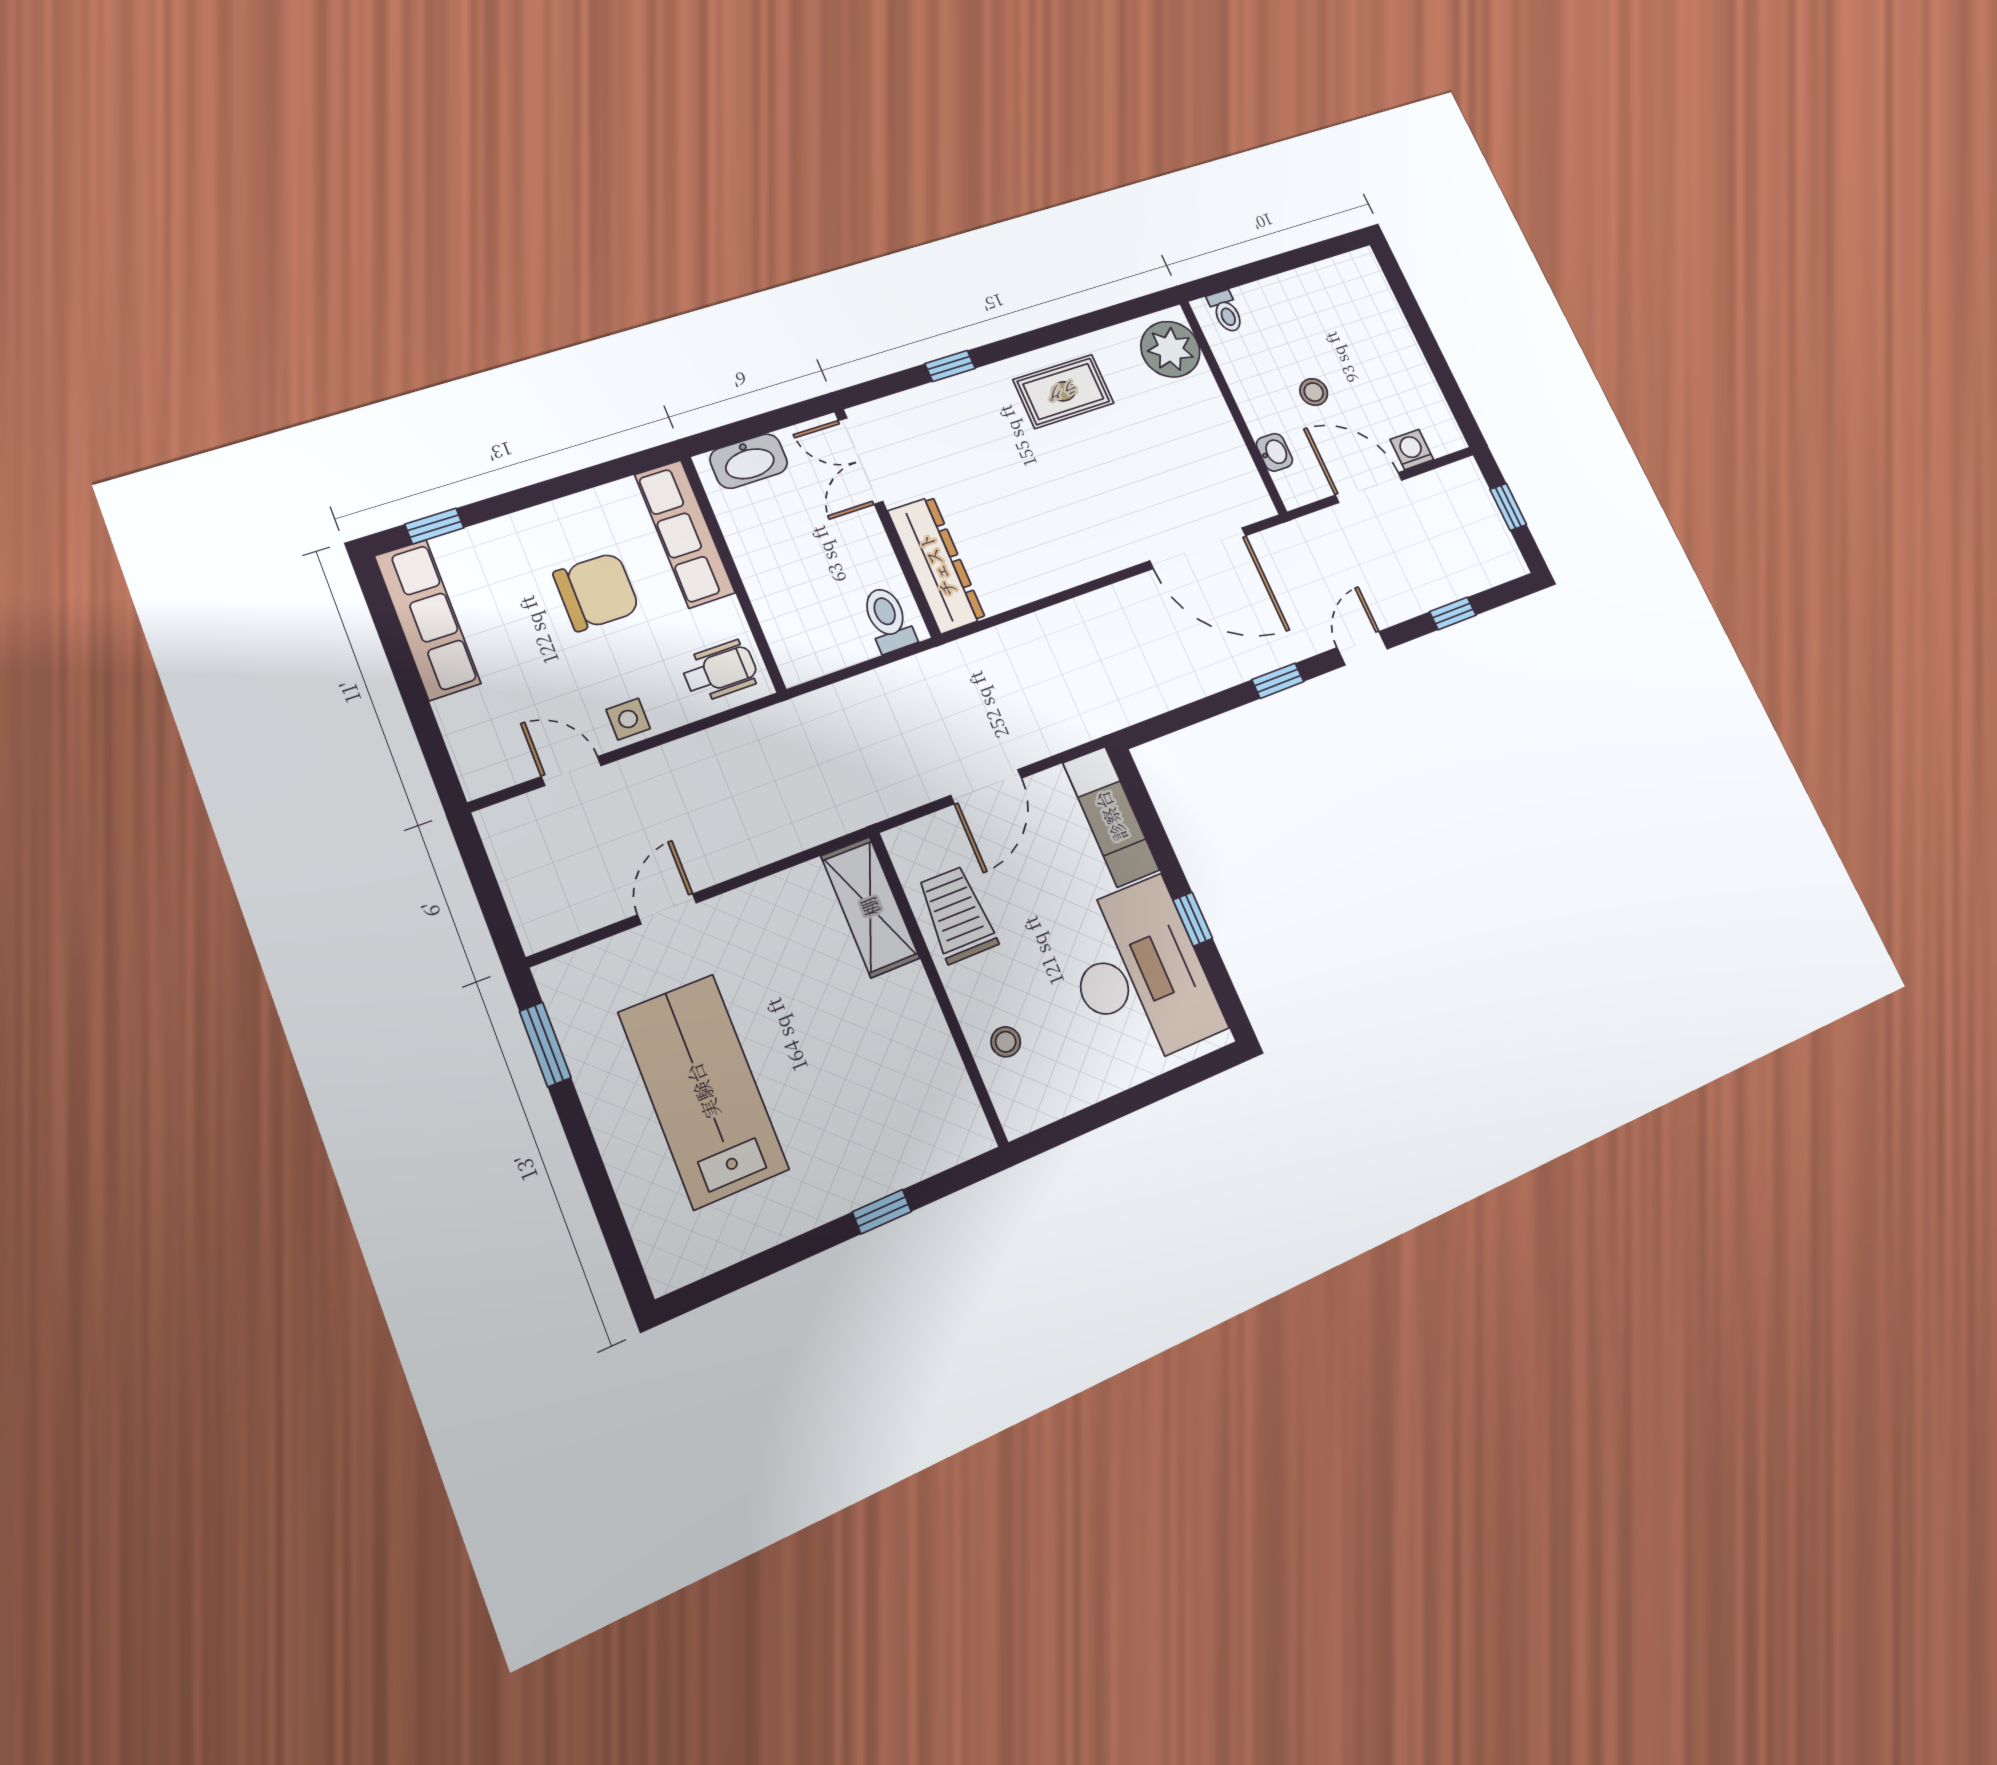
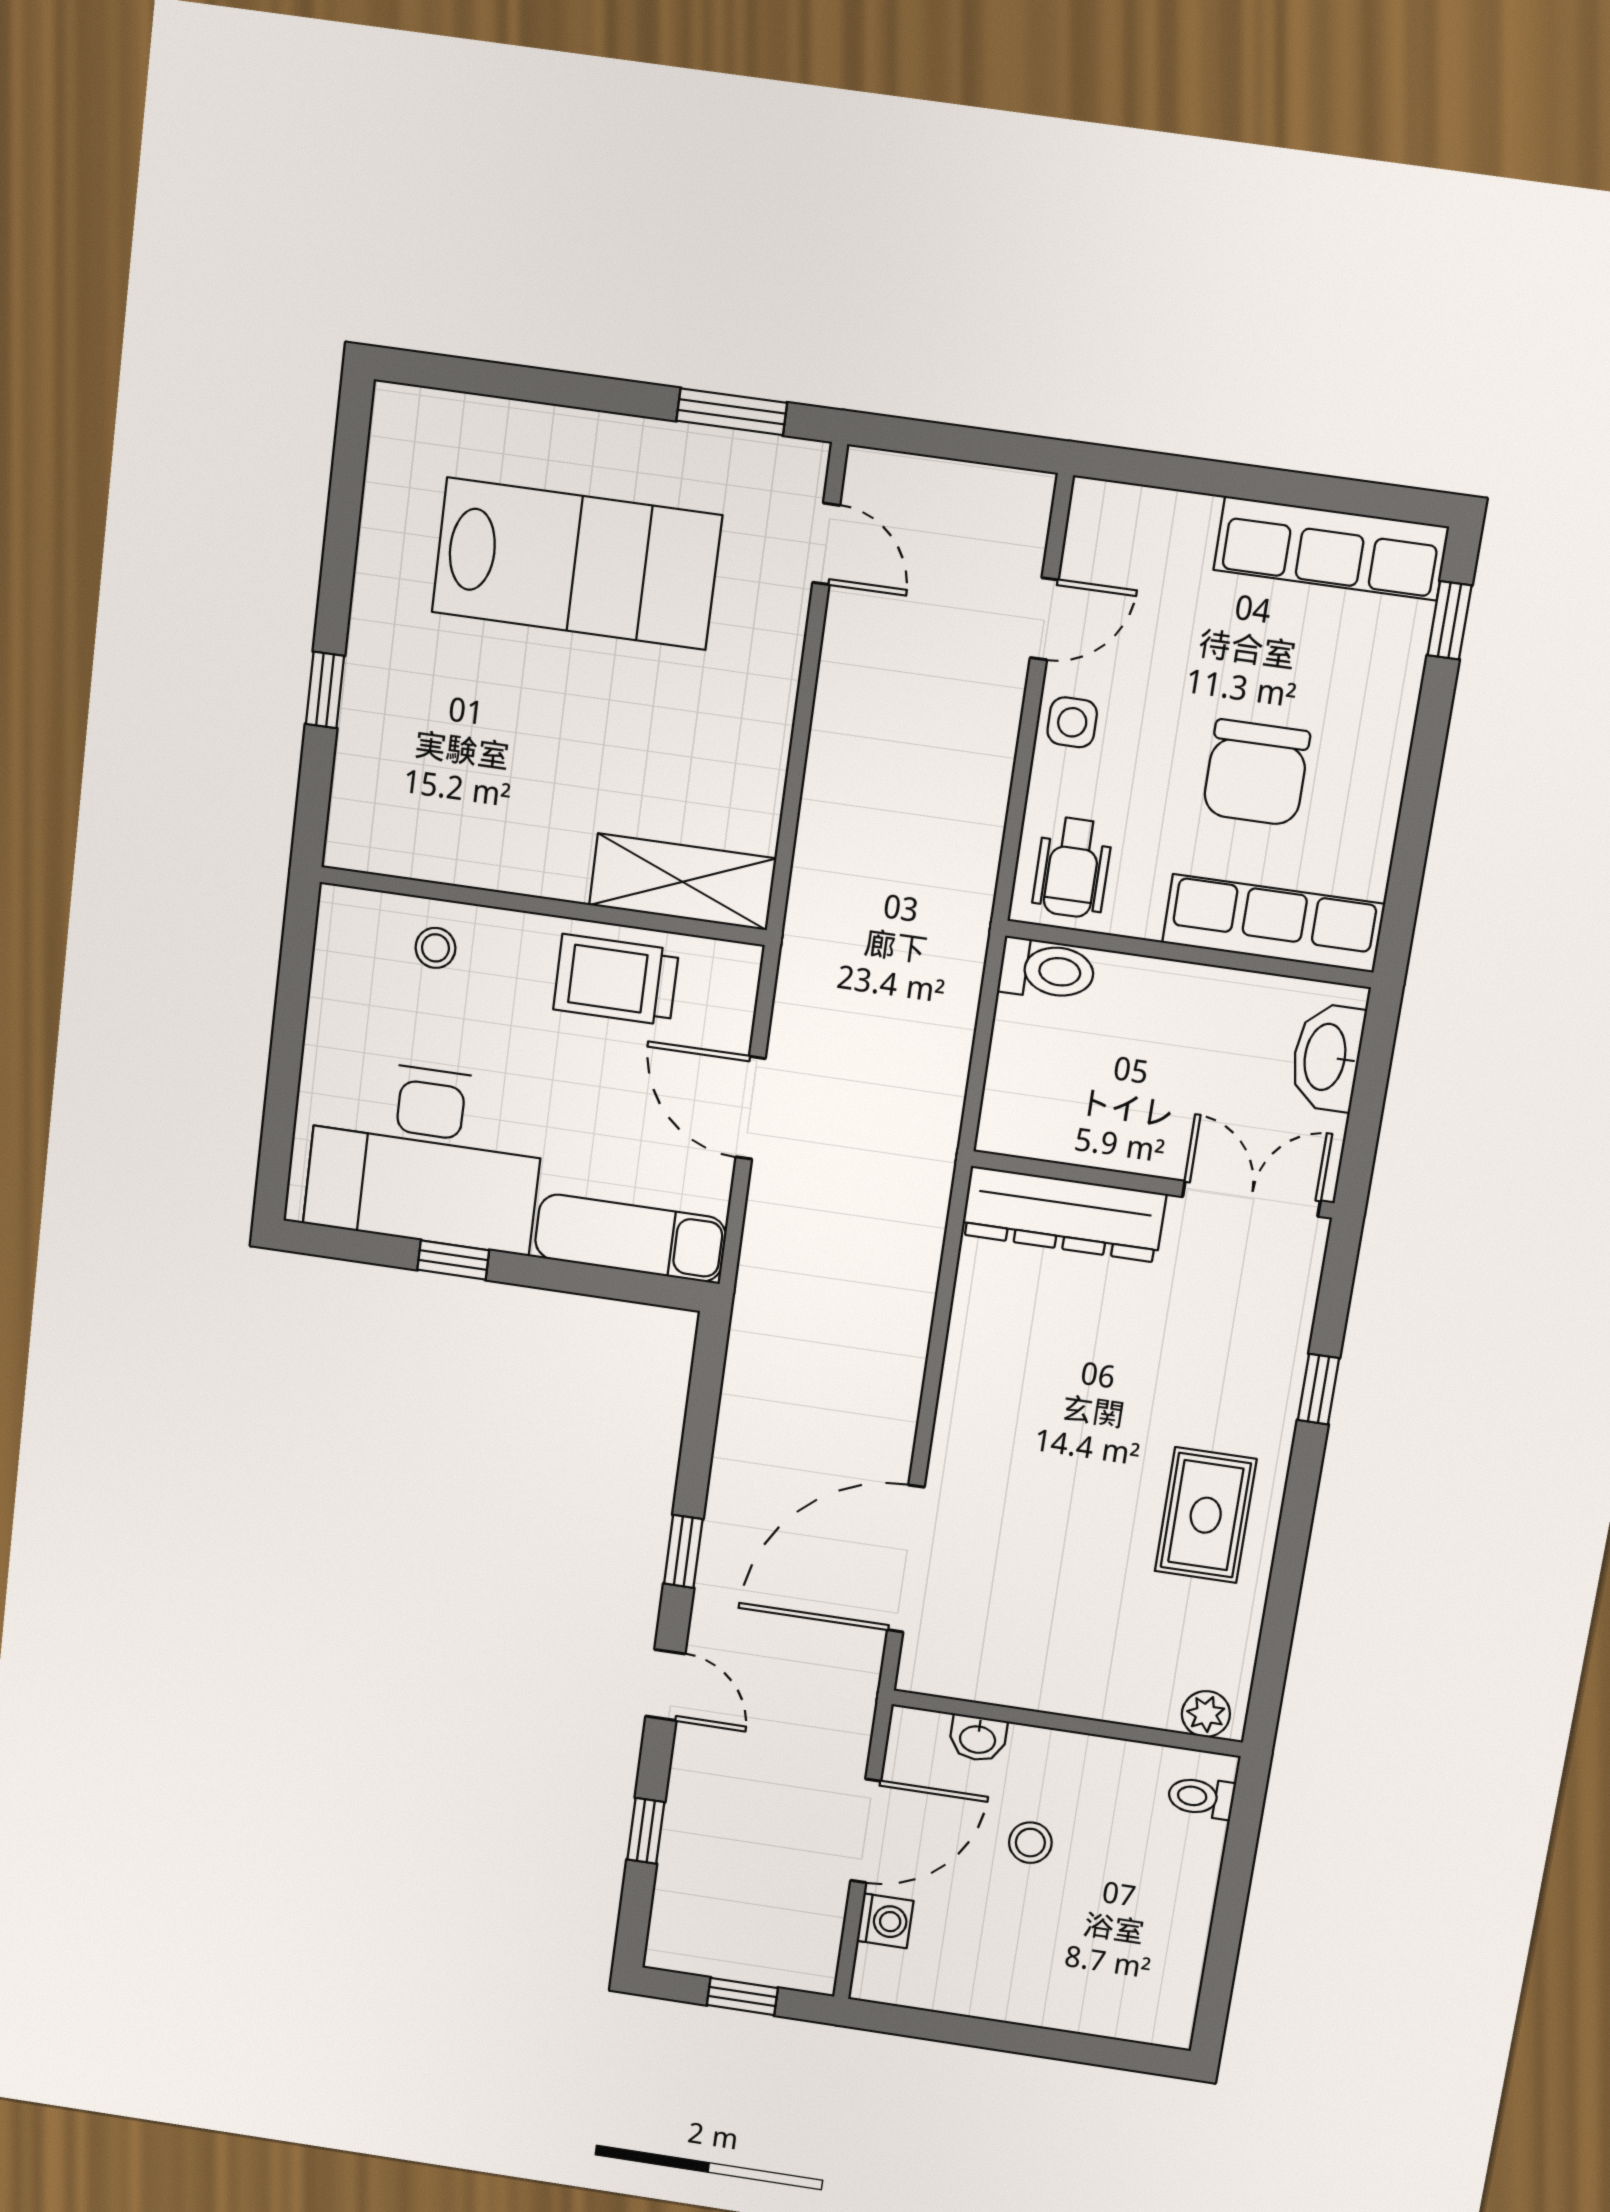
plant: (1170, 349) -> (1206, 1714), width x0.53, depth x0.53
toilet: (888, 619) -> (1047, 970), moved
door: (667, 909) -> (826, 544), moved
trolley: (957, 915) -> (616, 980), turned 180

